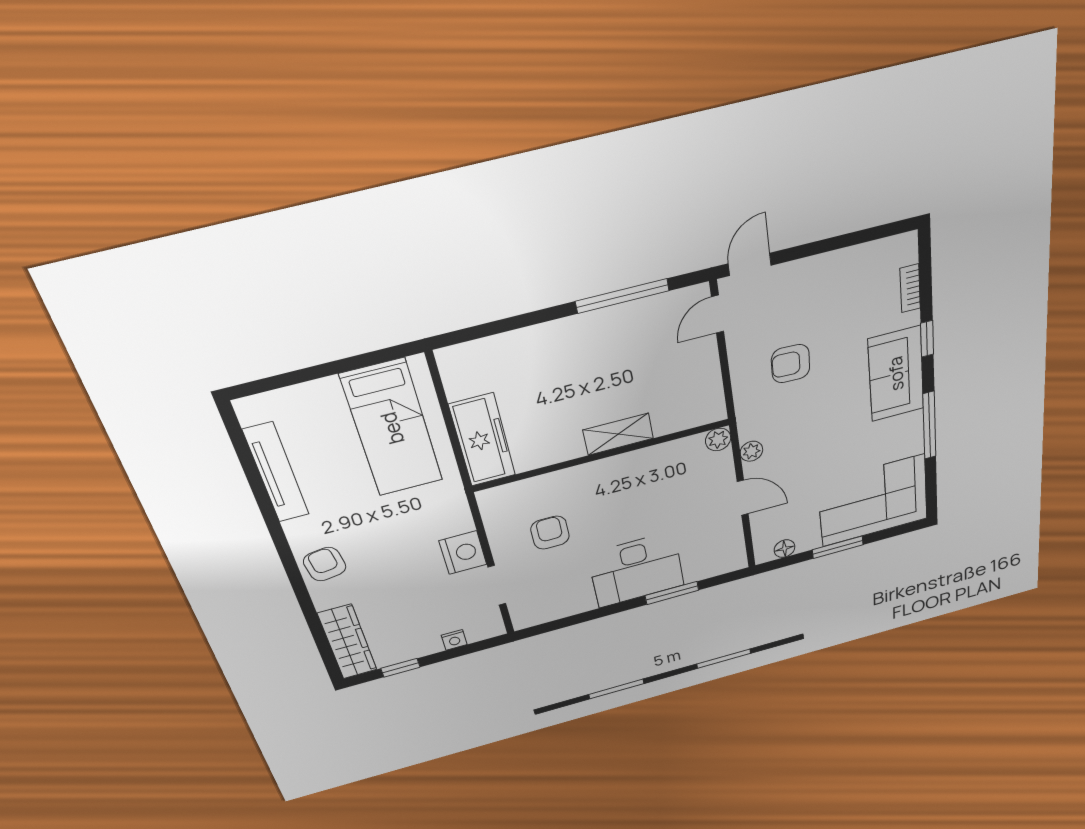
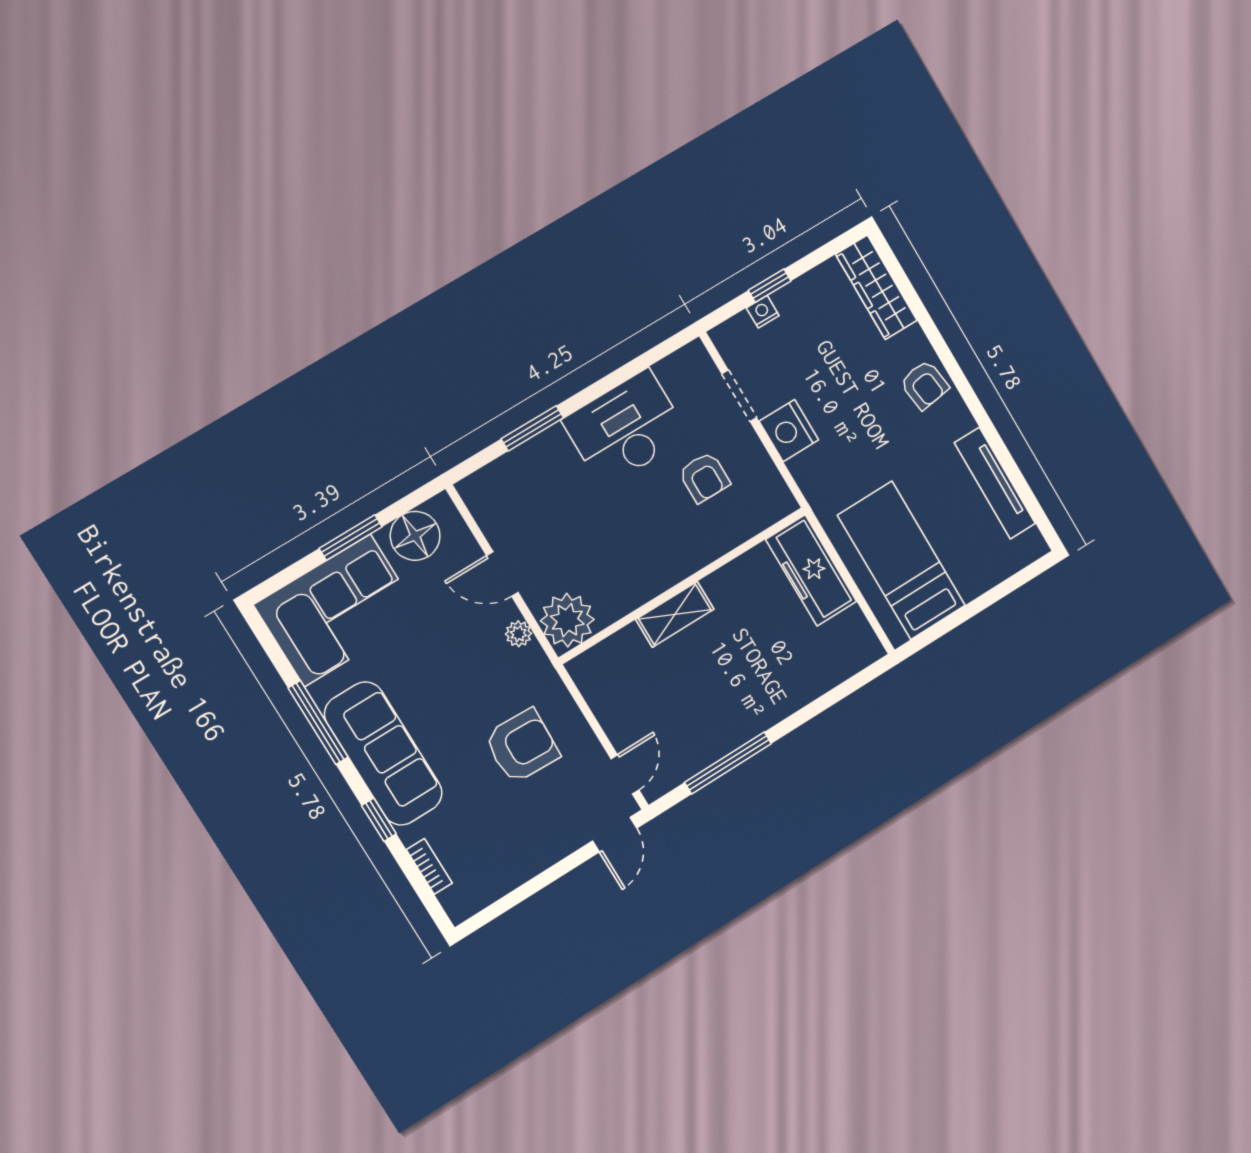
armchair: (791, 364) -> (522, 746), width x1.38, depth x1.38
sofa: (896, 374) -> (383, 754), width x1.36
plant: (718, 439) -> (567, 620), width x1.87, depth x1.87
floor lamp: (785, 549) -> (415, 536), width x1.89, depth x1.89
desk: (636, 570) -> (626, 428), moved
window: (400, 668) -> (770, 286), moved

